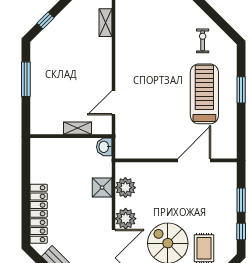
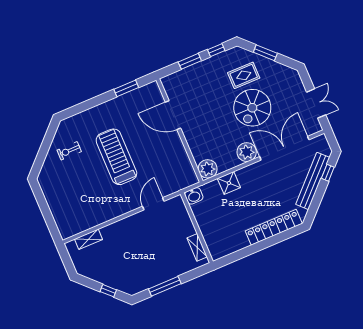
window: (241, 90) -> (126, 88), moved
treadmill: (204, 94) -> (116, 157), moved, turned 90
door: (114, 103) -> (153, 204), swing flipped
shelving: (78, 128) -> (197, 247), moved
plant: (125, 188) -> (208, 169), moved

